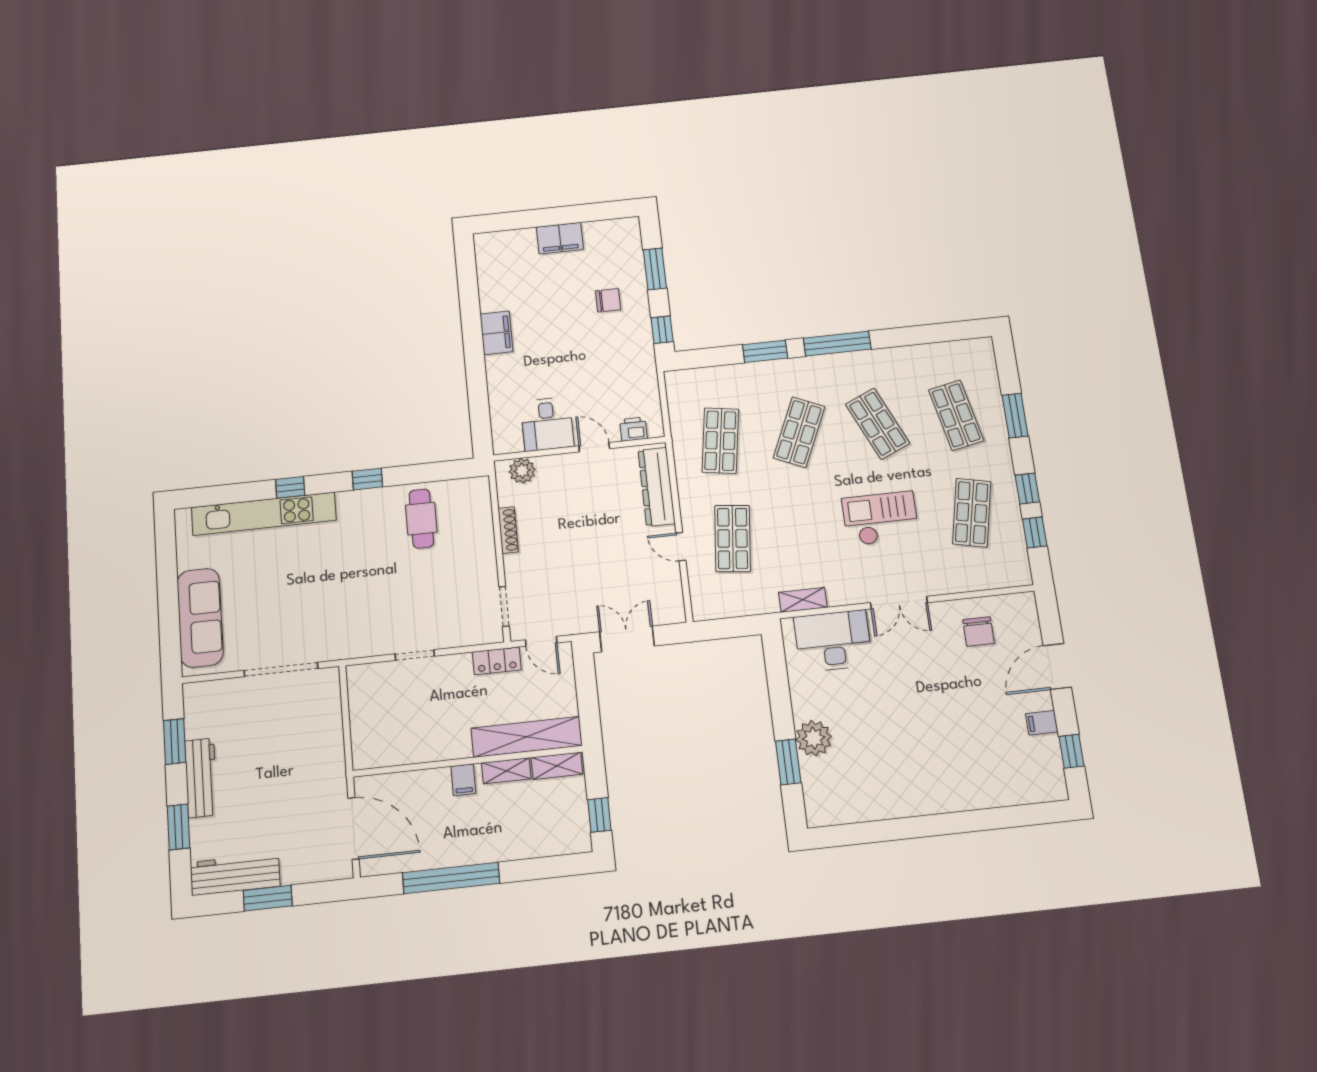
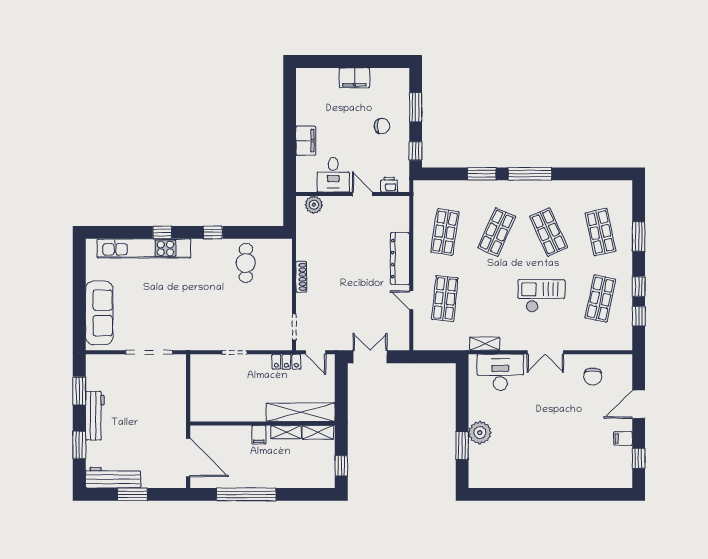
desk: (547, 424) -> (333, 175), moved
printer: (633, 429) -> (389, 185), moved
door: (594, 447) -> (362, 194), moved
wall: (579, 449) -> (353, 194), moved
plant: (522, 471) -> (314, 205), moved

